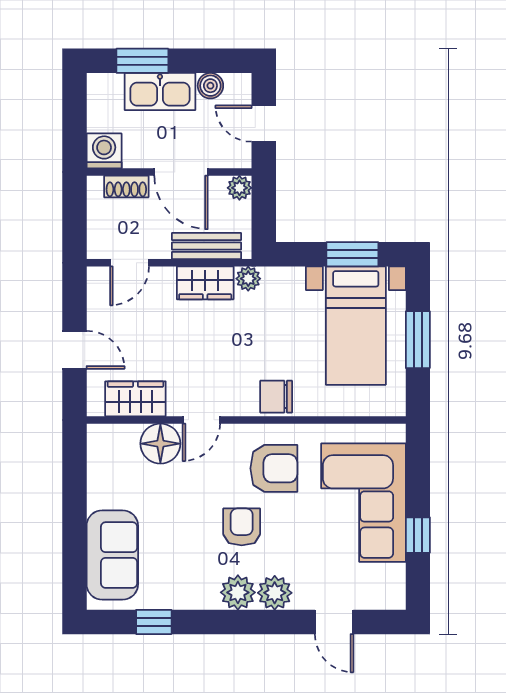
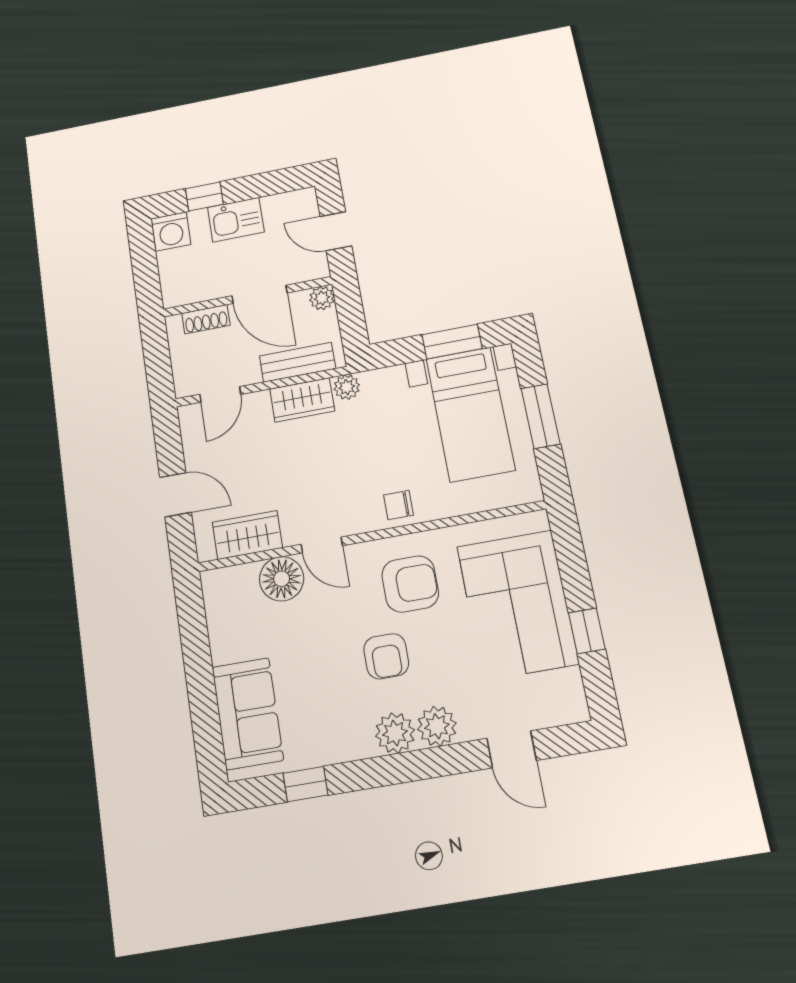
window: (142, 61) -> (204, 196), width x0.67
boiler: (210, 86) -> (276, 206), removed
kitchen sink: (160, 92) -> (236, 220), width x0.73
washing machine: (104, 151) -> (171, 231), moved, turned 180
chair: (276, 397) -> (398, 505), width x0.73, depth x0.73
door: (201, 420) -> (322, 545), hinge flipped
armchair: (242, 527) -> (386, 656), turned 180

